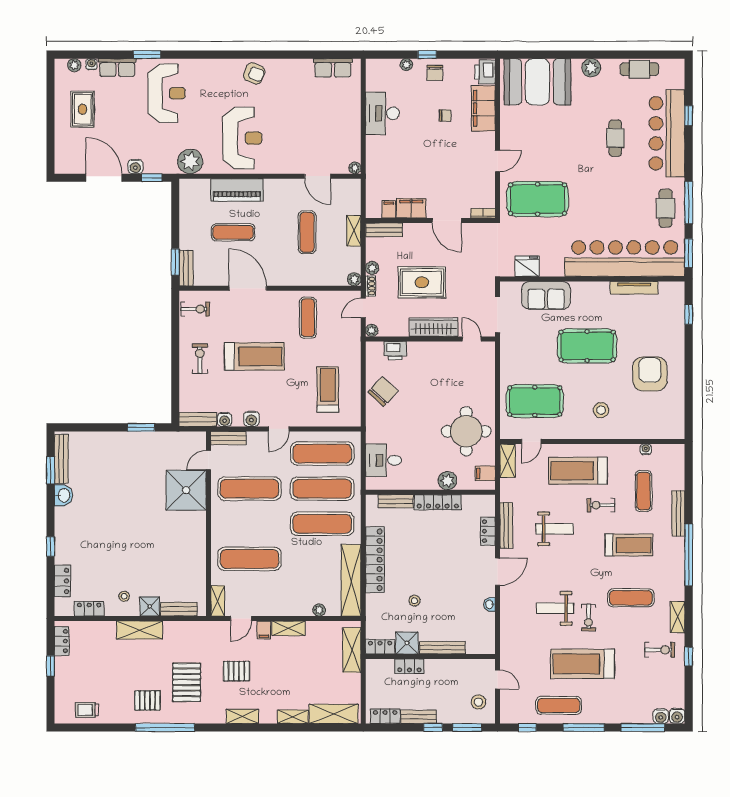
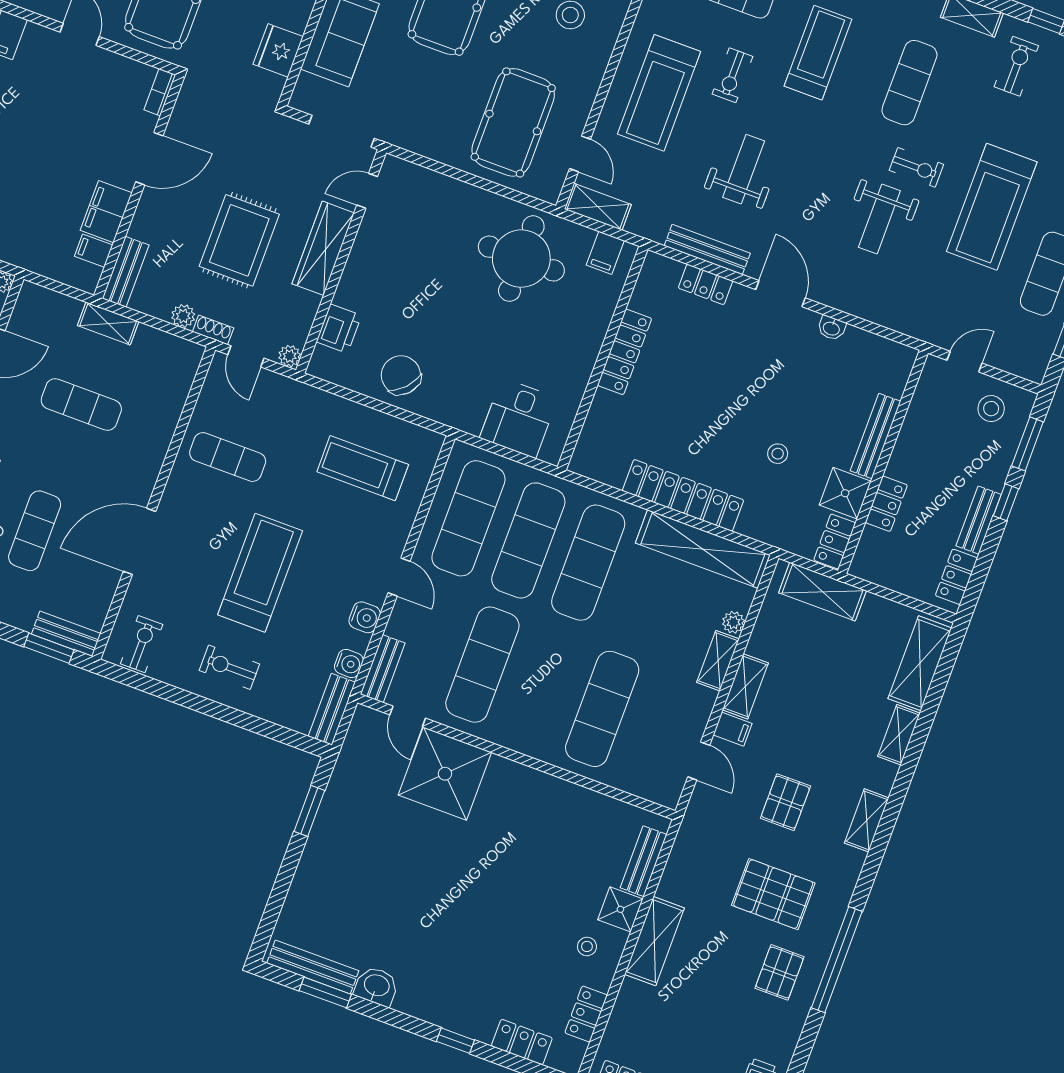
plant: (354, 279) -> (191, 354), removed
plant: (447, 481) -> (594, 322), removed
bench: (396, 501) -> (596, 423), removed
shelving: (218, 601) -> (718, 661), moved, turned 90

